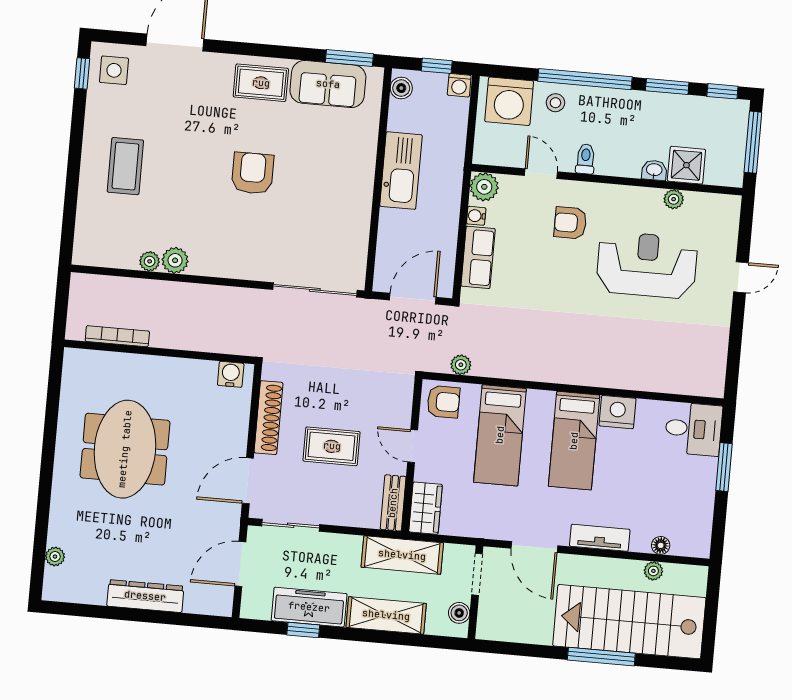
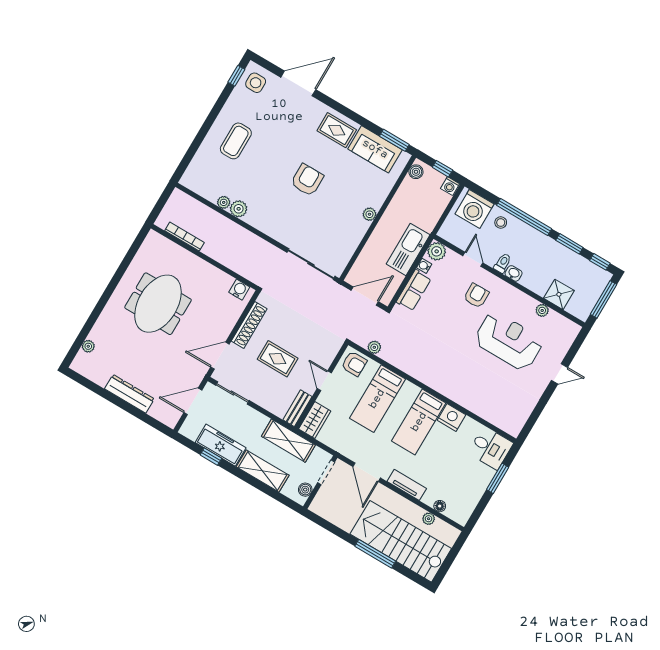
washbasin: (654, 170) -> (514, 273), moved
kitchen sink: (401, 171) -> (408, 249), moved, turned 180
plant: (364, 180) -> (369, 214), added
armchair: (570, 223) -> (476, 296), turned 89

